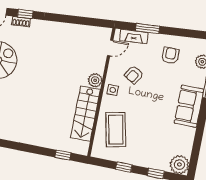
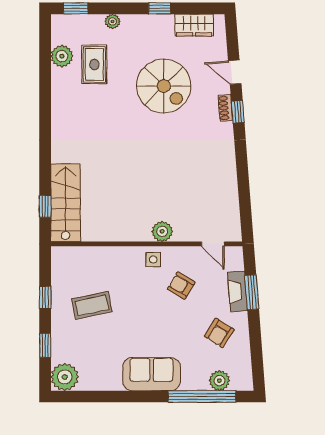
fireplace: (134, 37) -> (237, 291), moved
armchair: (170, 56) -> (219, 333), turned 122
stairs: (85, 114) -> (66, 203), moved, turned 90
coffee table: (116, 130) -> (92, 305), moved, width x0.73, depth x0.76

